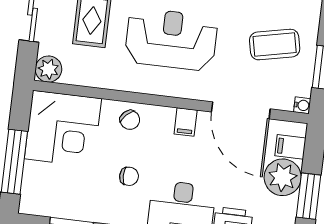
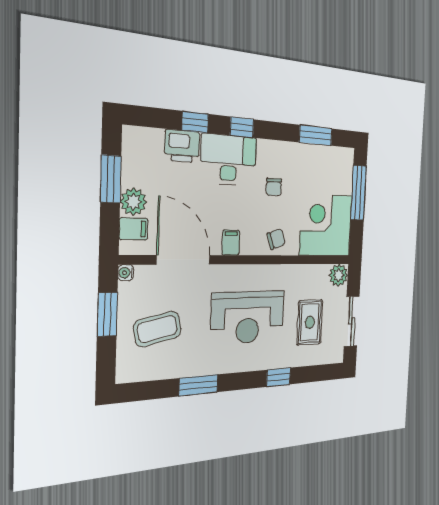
chair: (130, 120) -> (276, 239), turned 115
chair: (129, 176) -> (274, 187), turned -90
plant: (283, 177) -> (133, 202), width x0.73, depth x0.73

